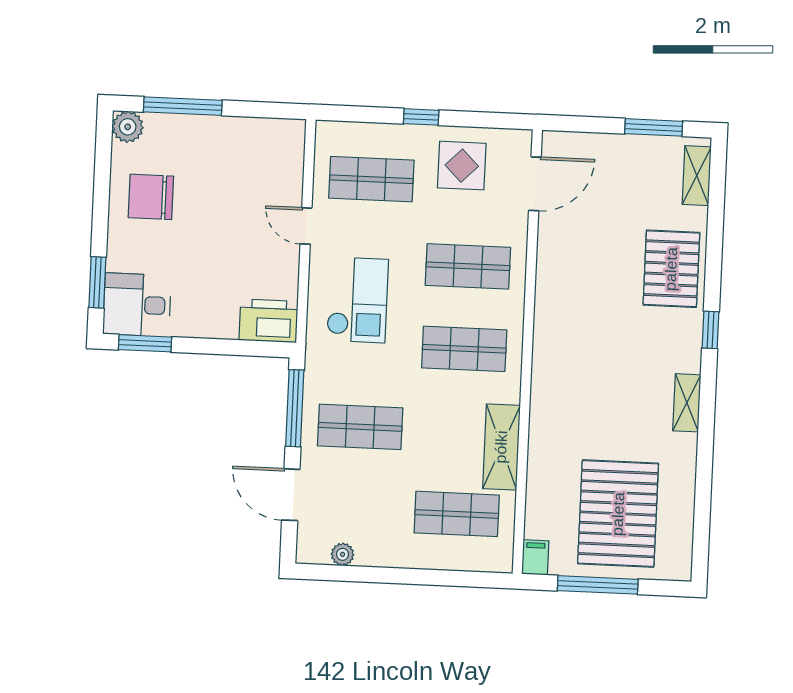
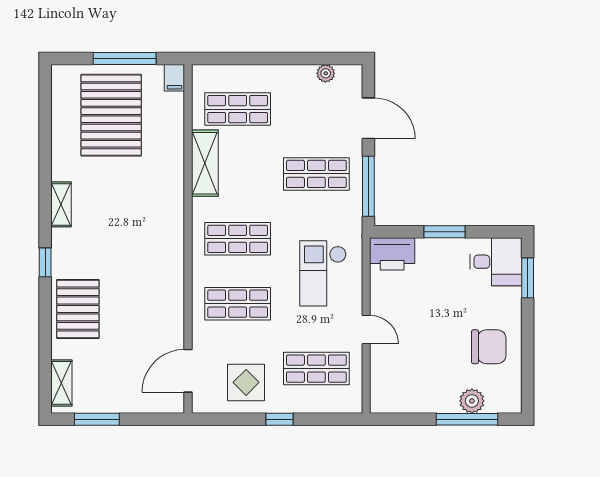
plant: (128, 127) -> (472, 401), moved
window: (145, 343) -> (445, 232), moved

